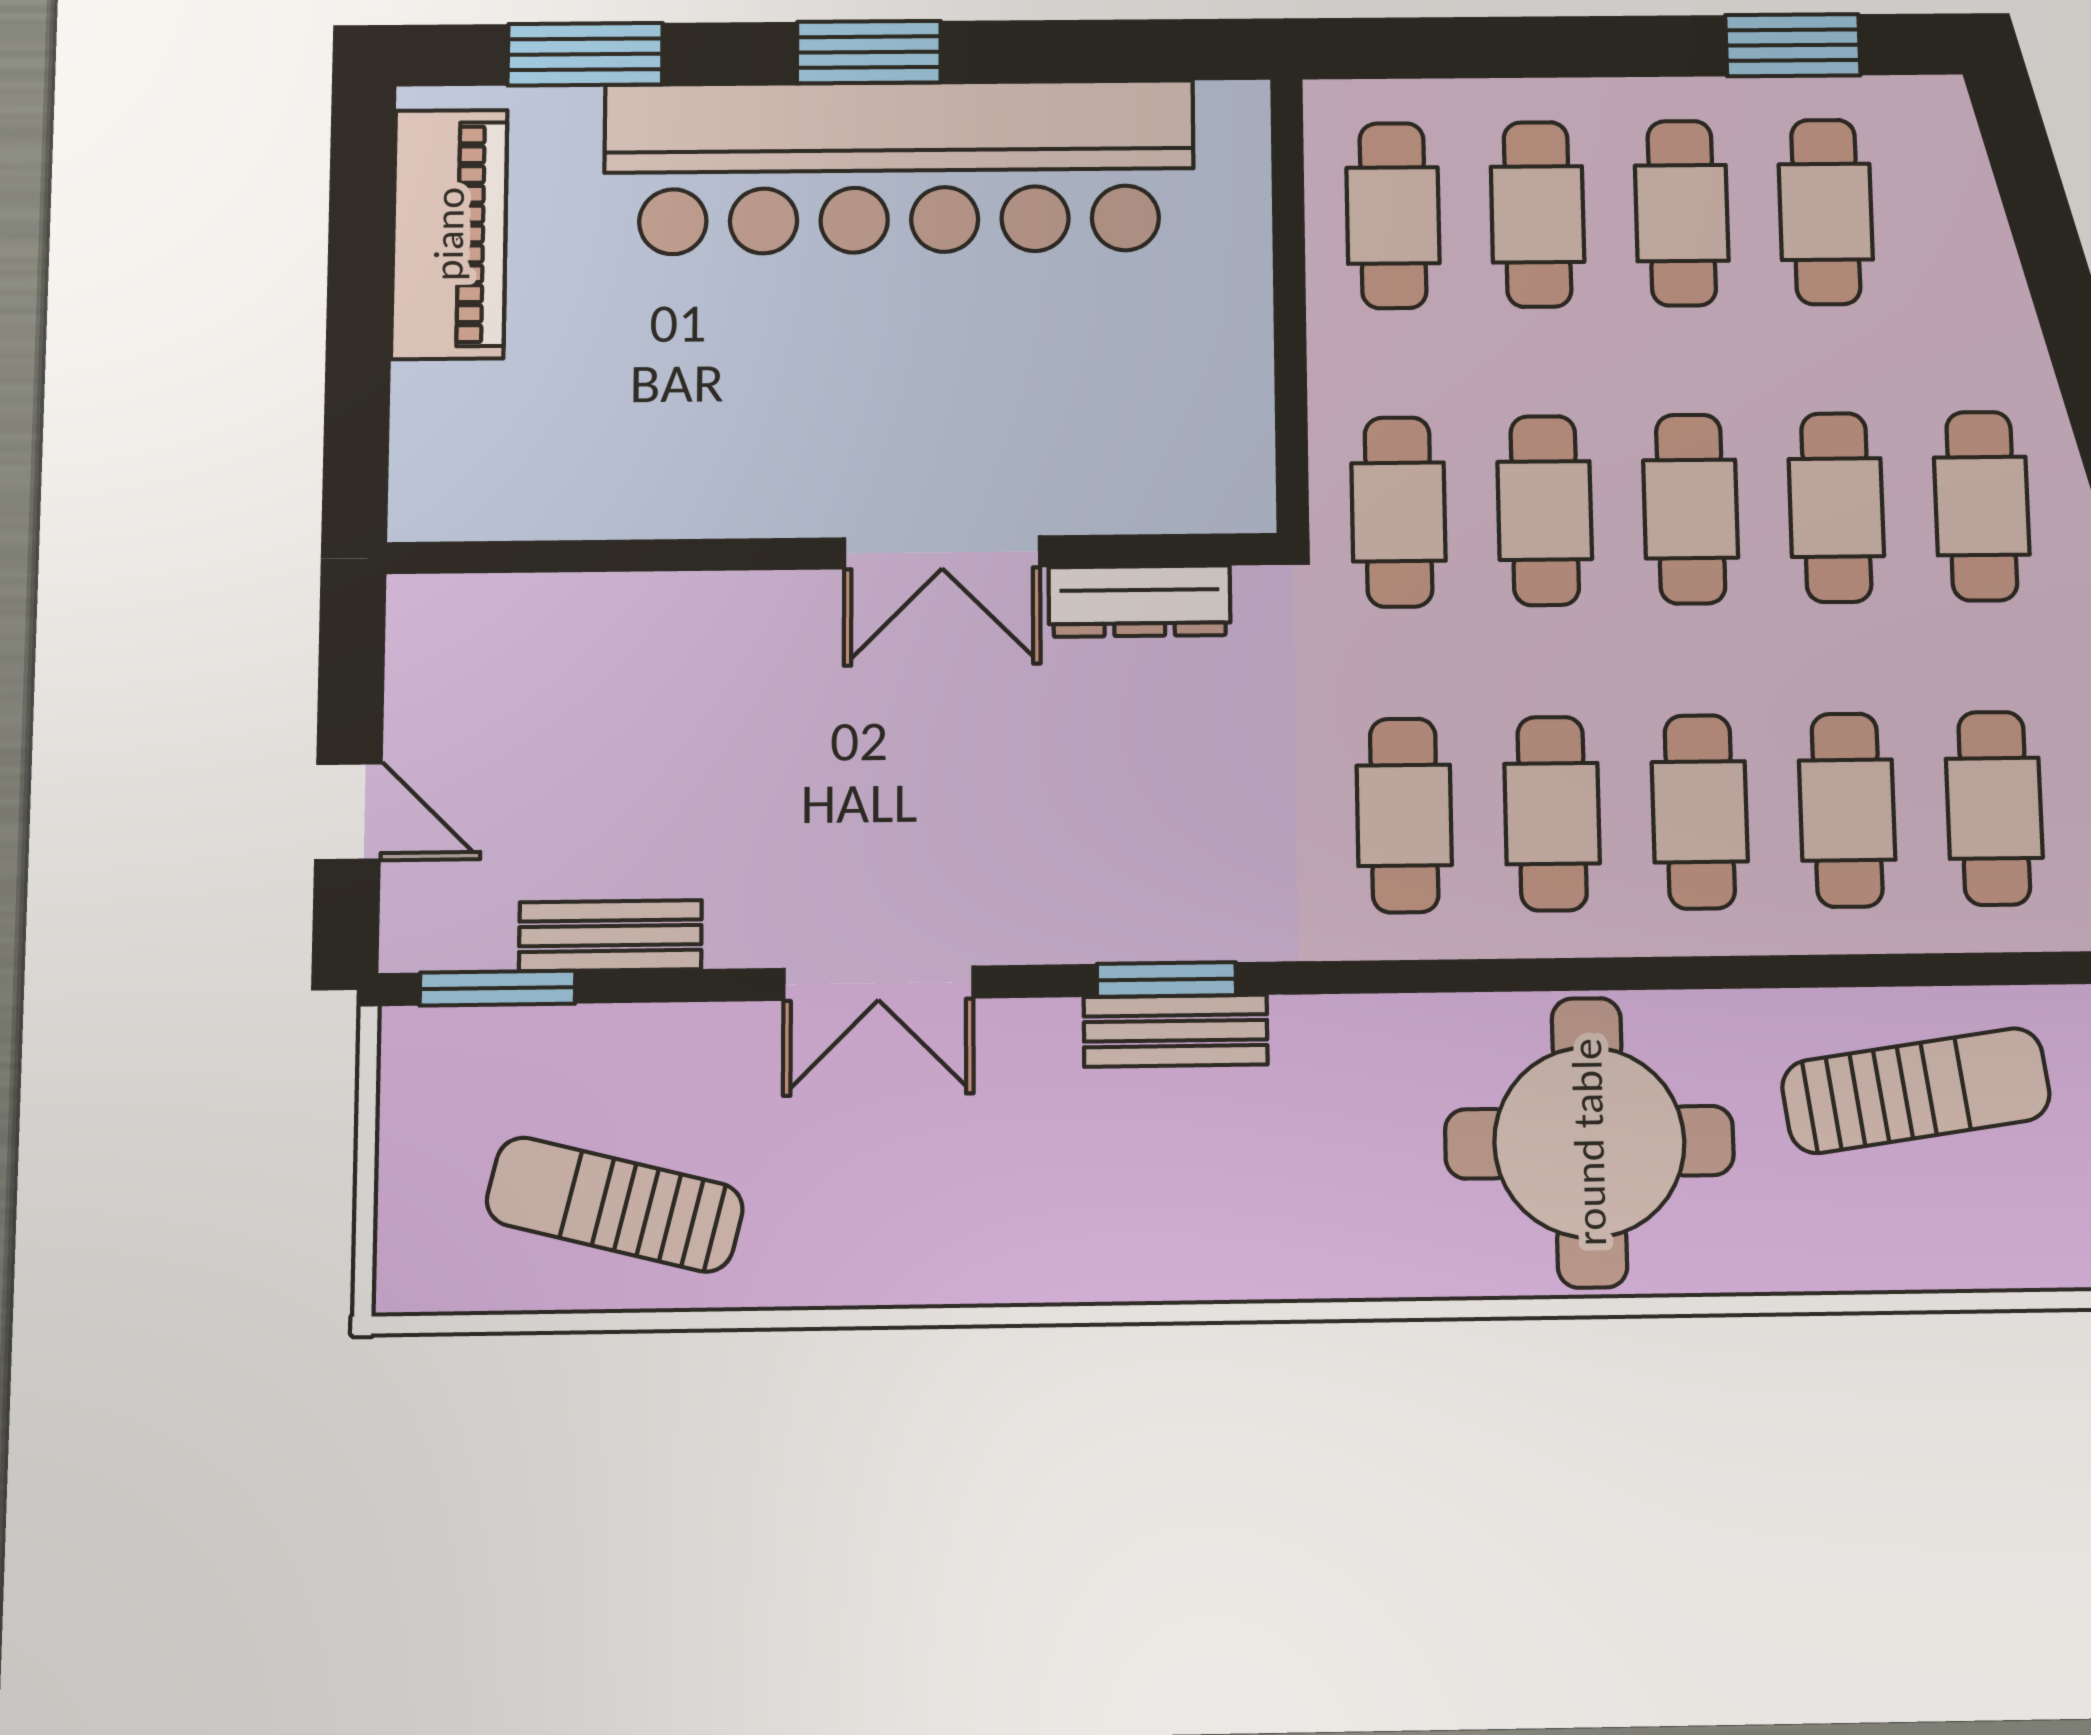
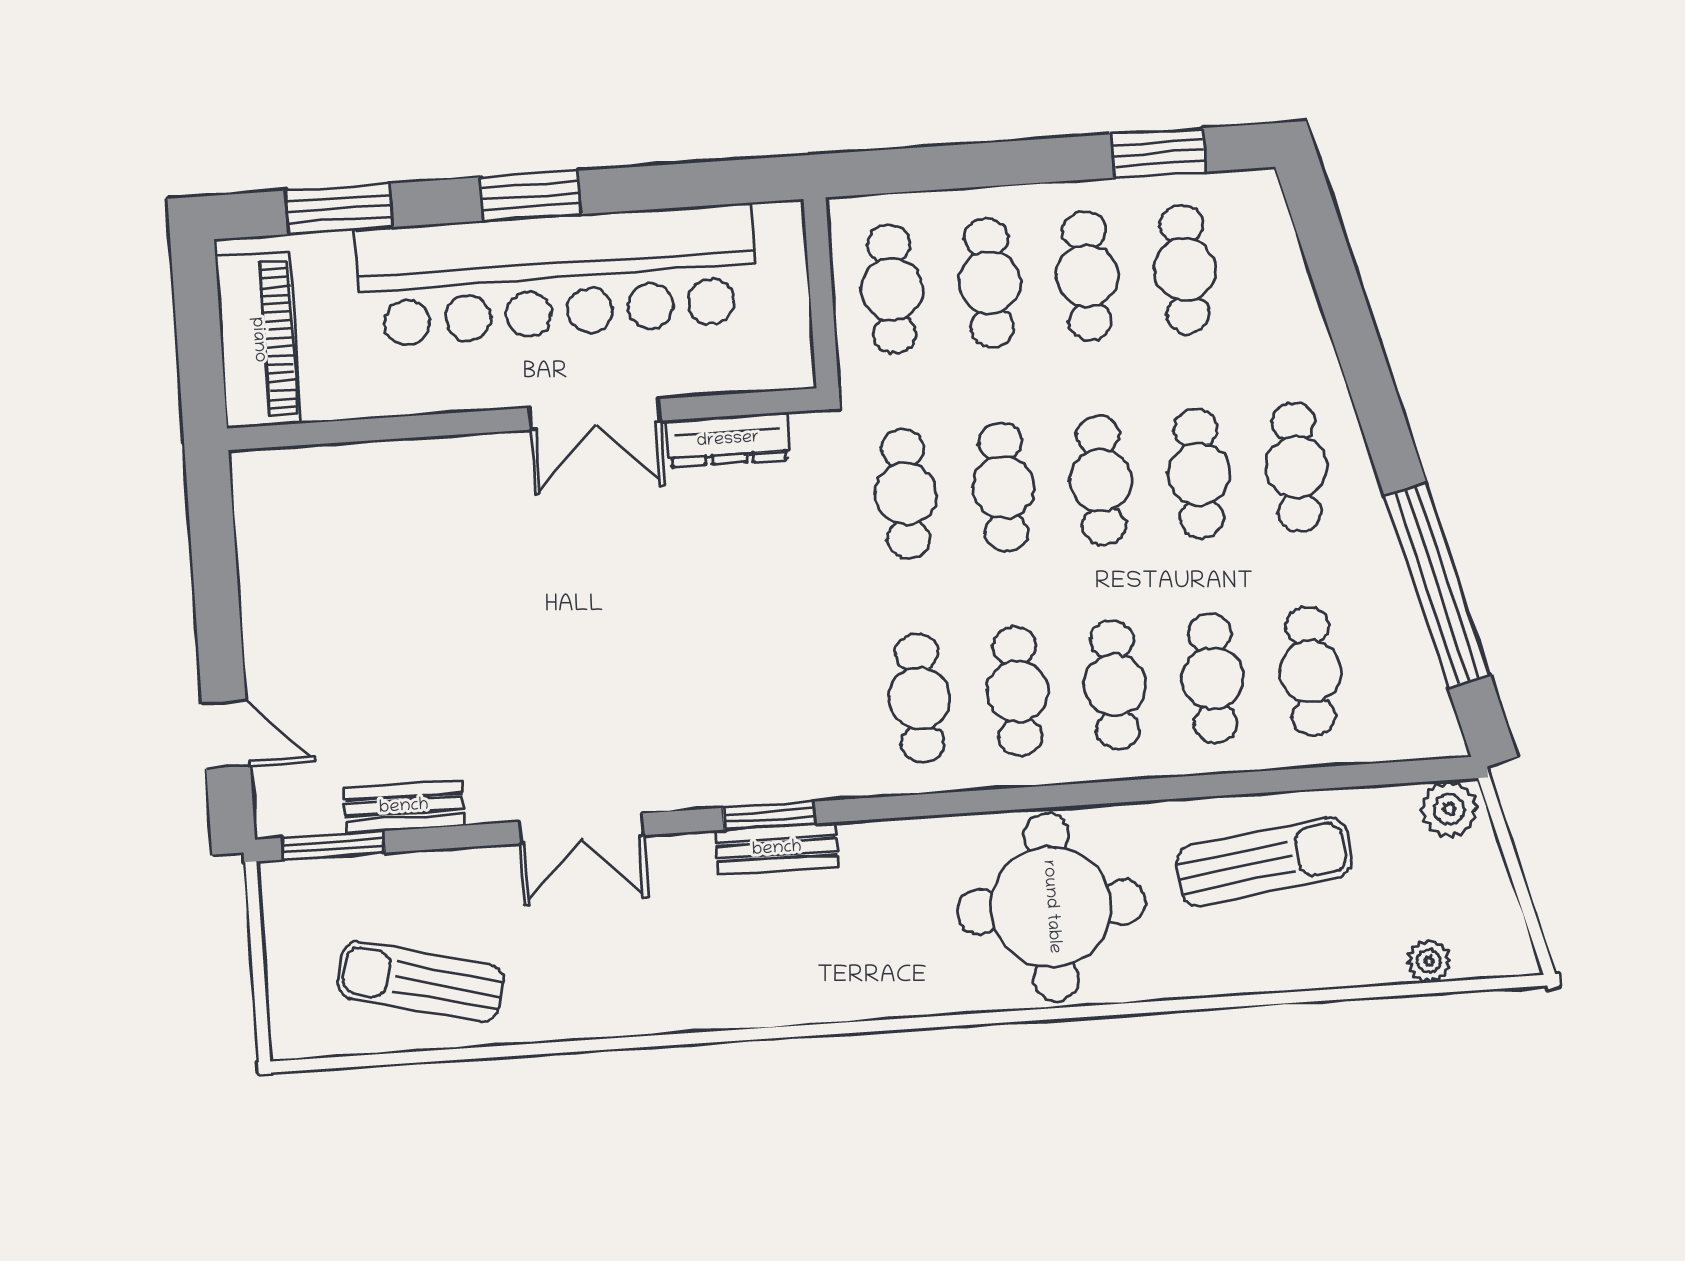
double door: (942, 552) -> (595, 414), moved
wall: (833, 554) -> (522, 419), moved
dresser: (1139, 601) -> (728, 440), moved

